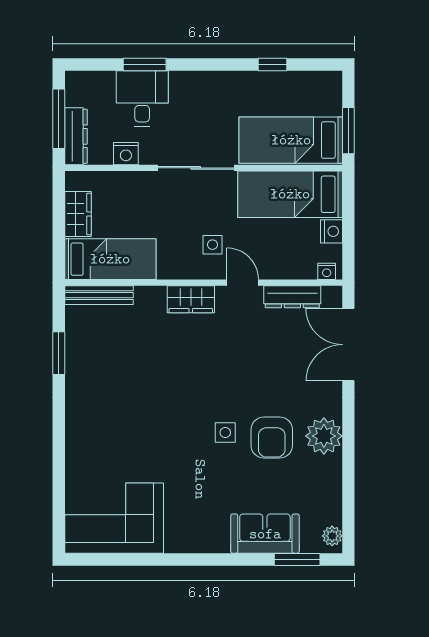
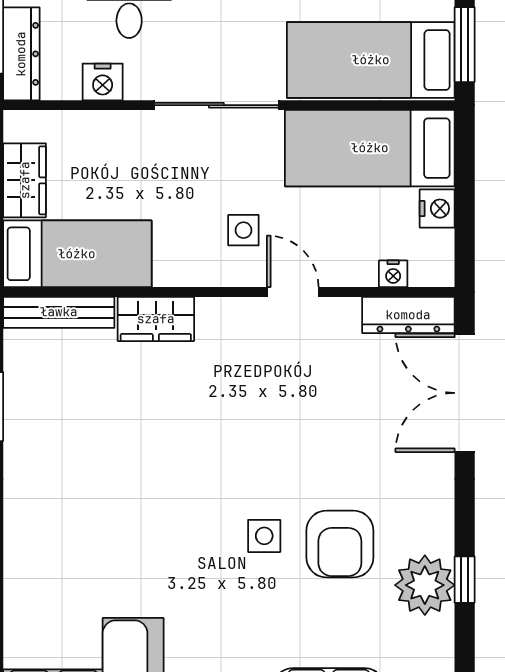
nightstand: (327, 271) -> (393, 274), moved
dresser: (292, 297) -> (408, 315), moved
wardrobe: (191, 299) -> (156, 319), moved
plant: (324, 436) -> (425, 585), moved
window: (348, 459) -> (465, 580), added

